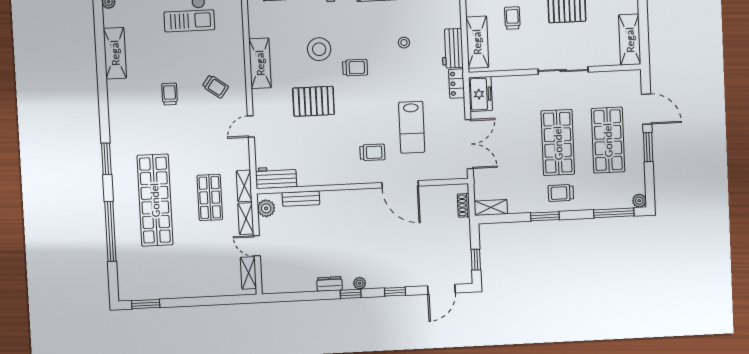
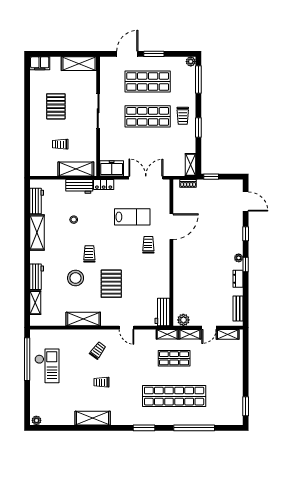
shelving: (115, 53) -> (93, 418), moved
bench: (301, 199) -> (238, 308), moved
window: (476, 260) -> (211, 177), moved

